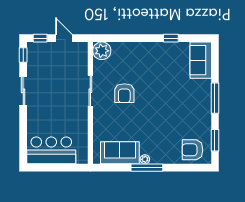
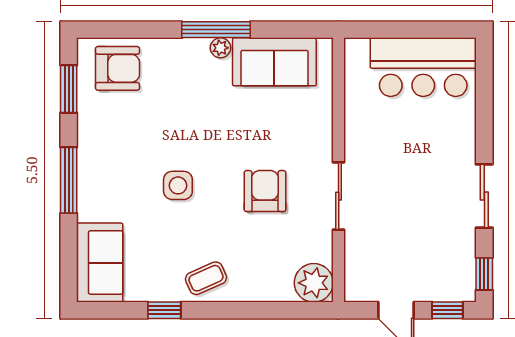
coffee table: (152, 53) -> (206, 278), added
side table: (164, 96) -> (178, 185), added

